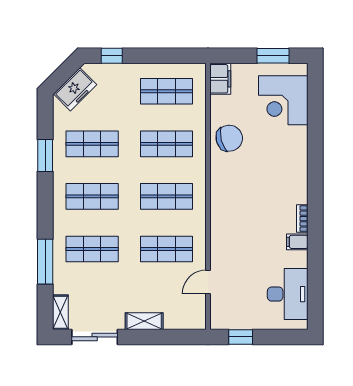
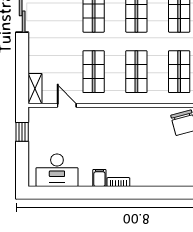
shelving: (144, 321) -> (35, 89), moved

